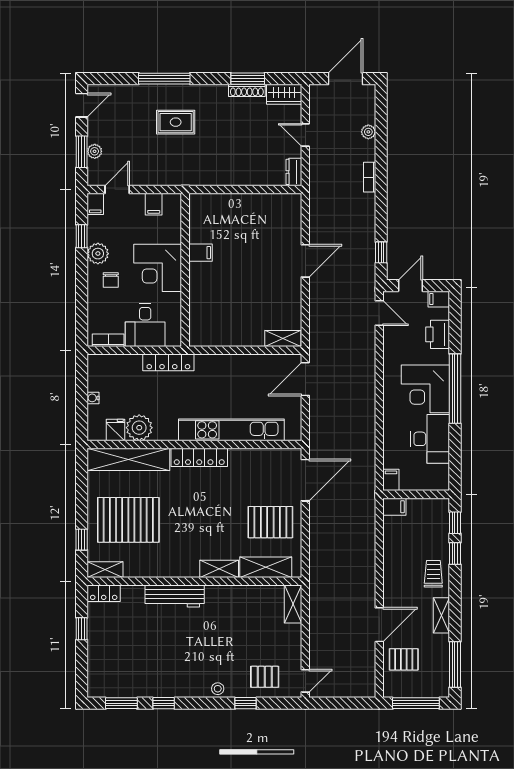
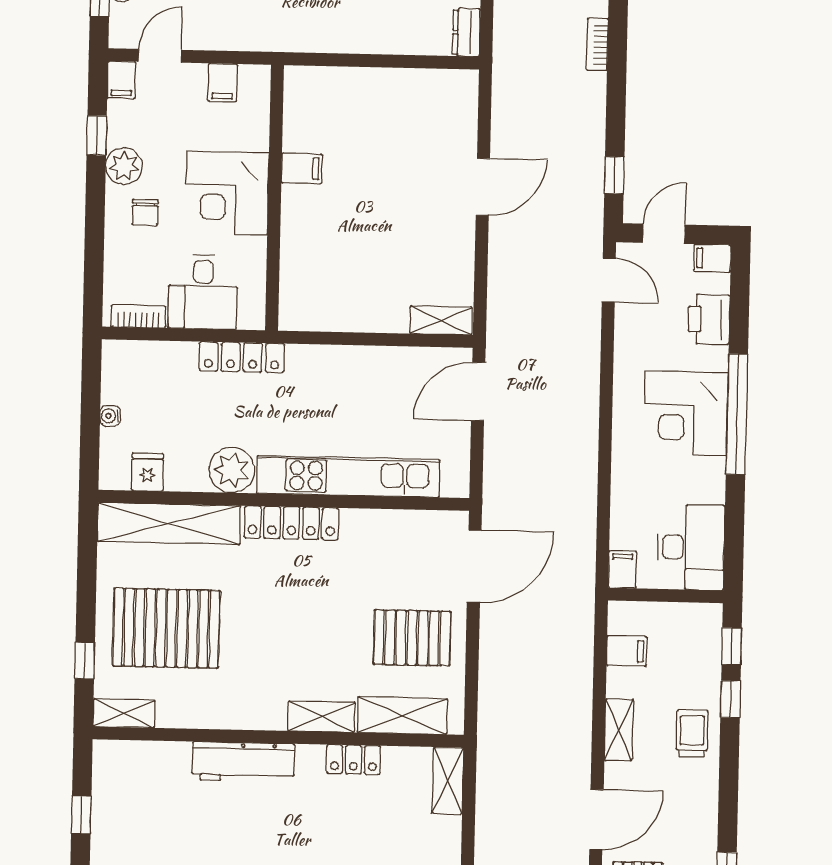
plant: (139, 428) -> (232, 470), moved
desk: (430, 439) -> (691, 547), moved
filing cabinet: (394, 507) -> (627, 651), moved
locker: (104, 593) -> (354, 760), moved
shelving: (441, 615) -> (619, 730), moved

